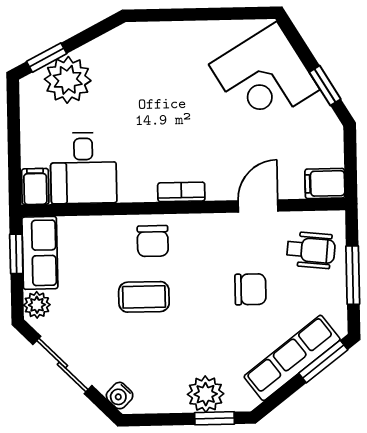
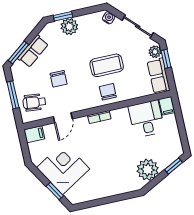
corner desk: (264, 77) -> (63, 168), moved
plant: (68, 80) -> (148, 170), moved
window: (325, 86) -> (55, 191), moved
window: (16, 254) -> (166, 59), moved
chair: (250, 289) -> (59, 79), turned -90
coffee table: (144, 297) -> (107, 65), width x1.36, depth x1.30
row of seats: (292, 358) -> (33, 51), width x0.68

